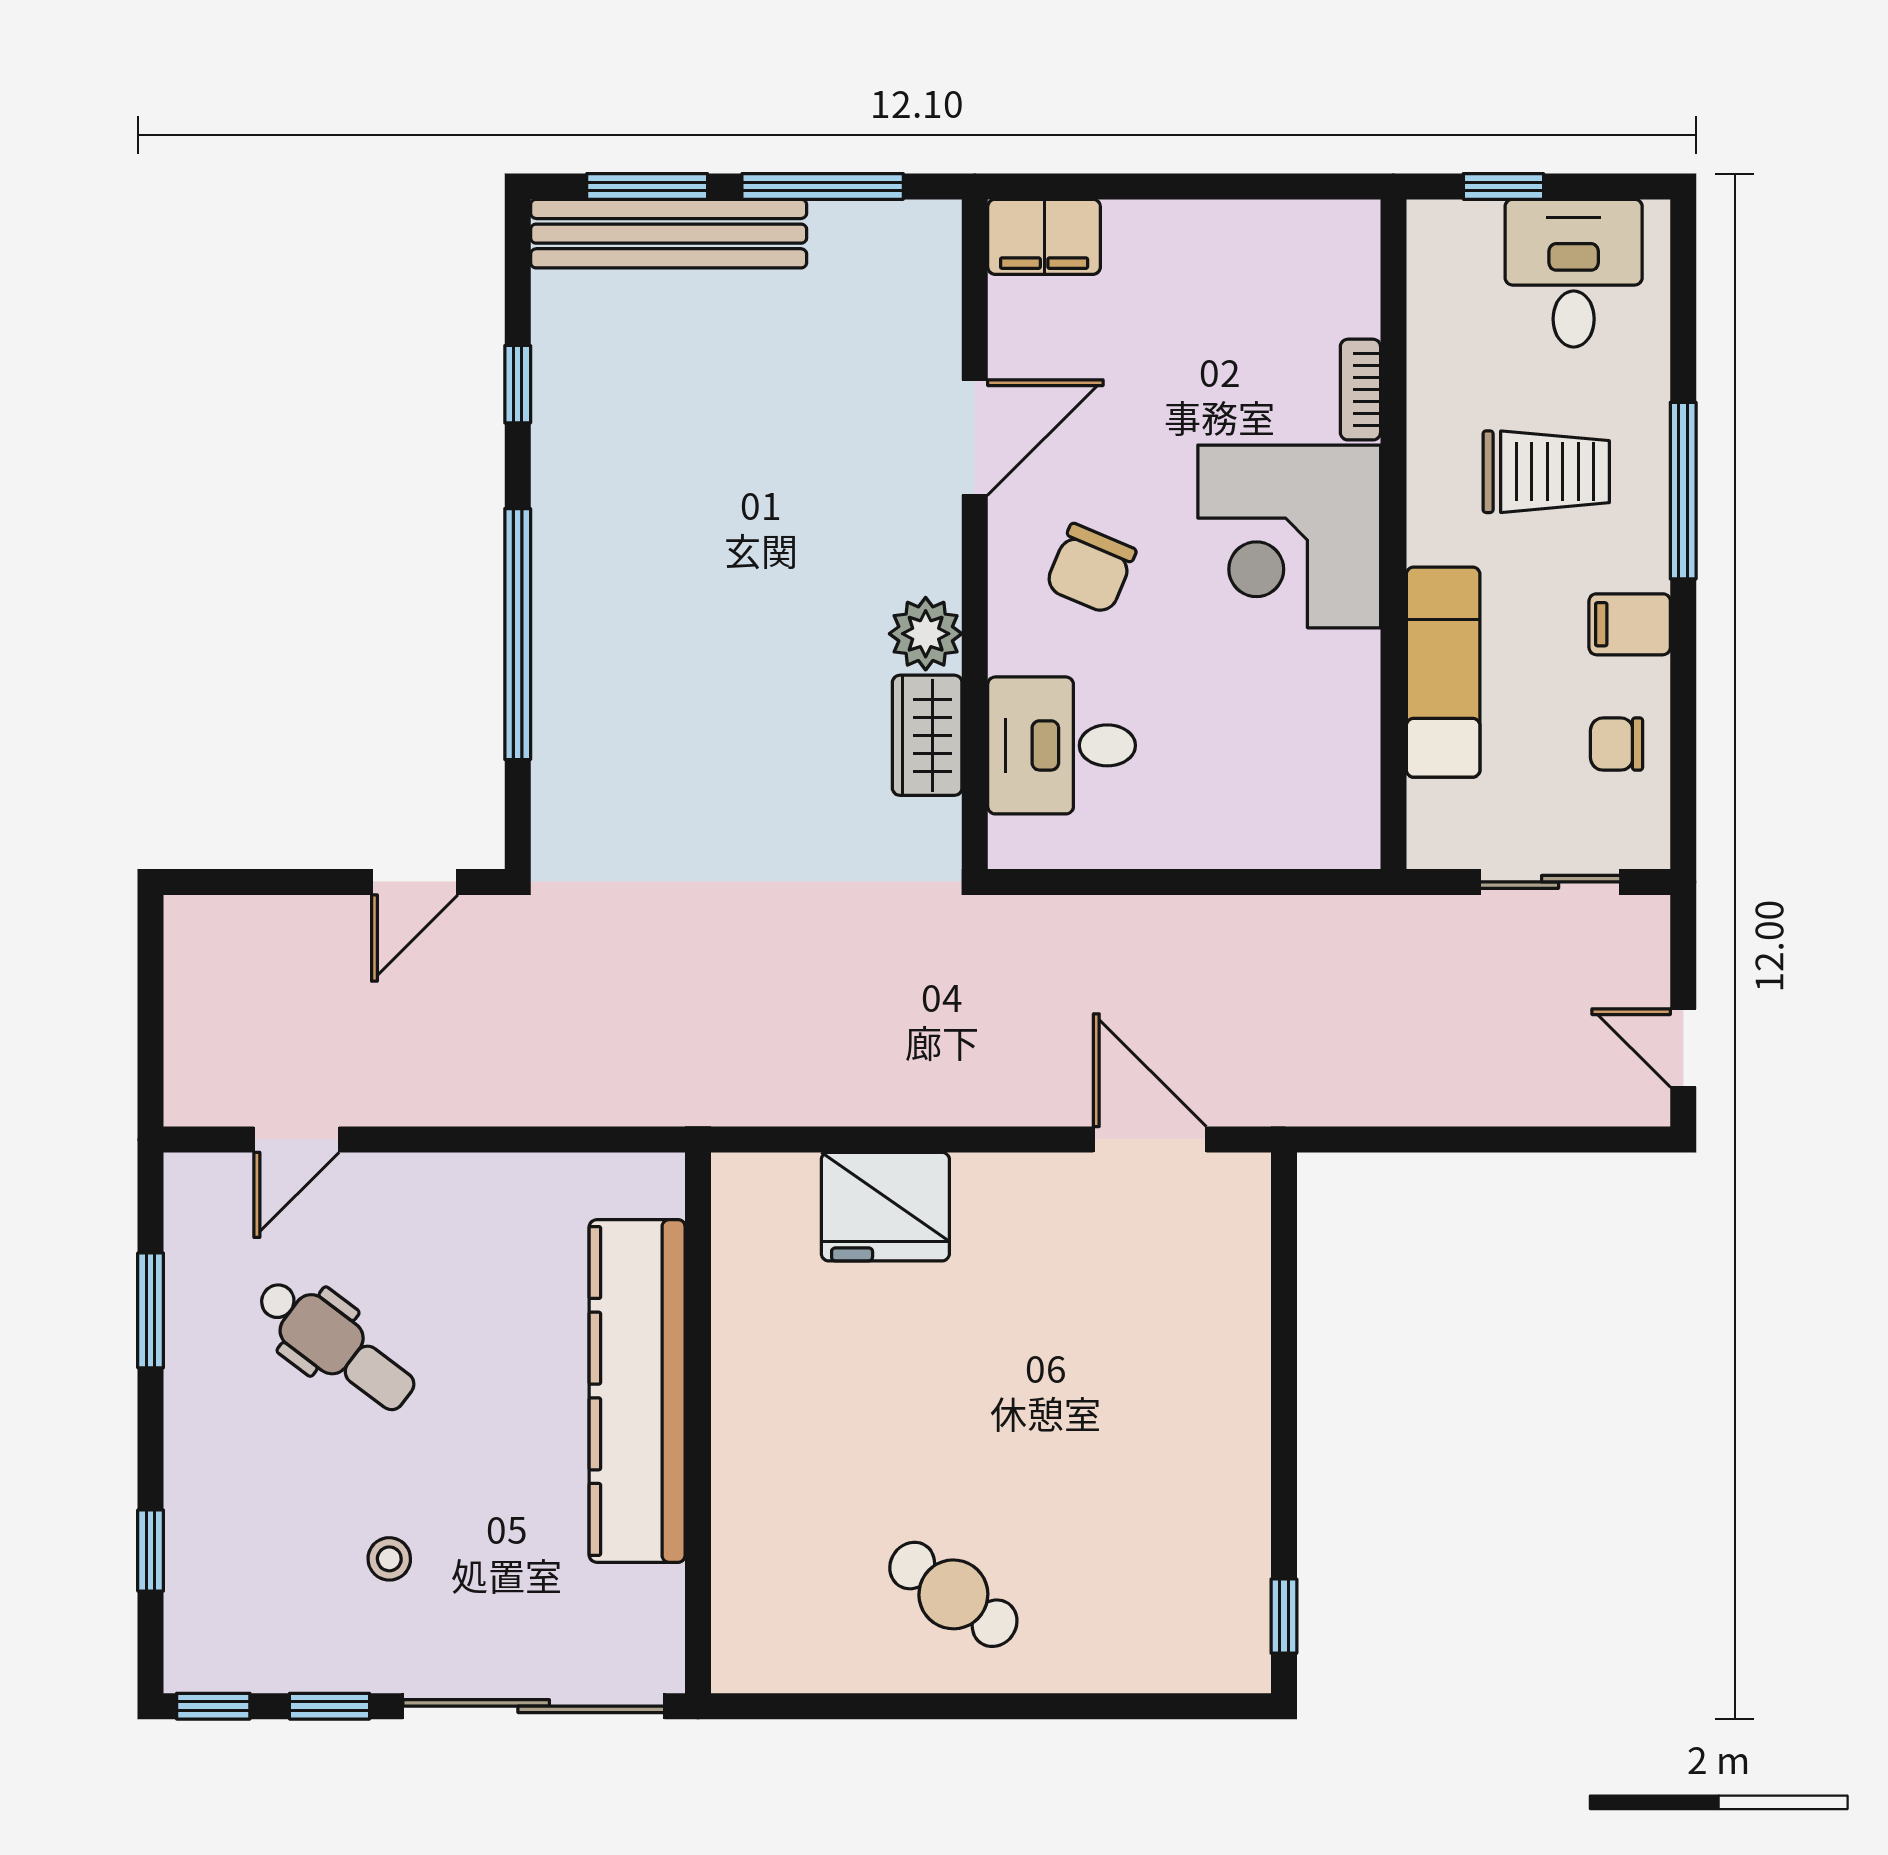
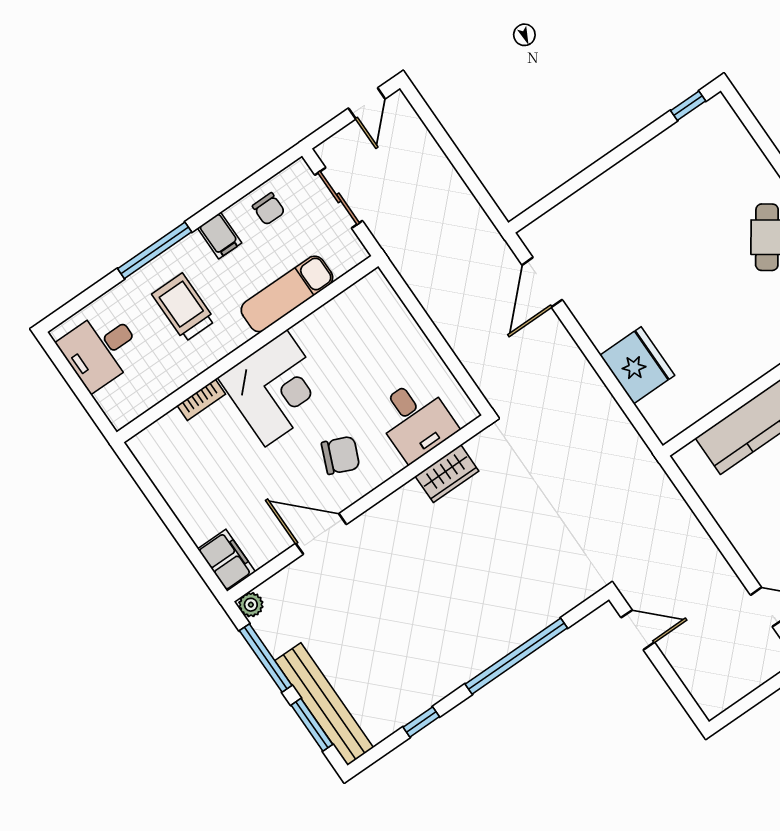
window: (1503, 186) -> (86, 399), removed
plant: (926, 634) -> (251, 605), moved, width x0.73, depth x0.73

